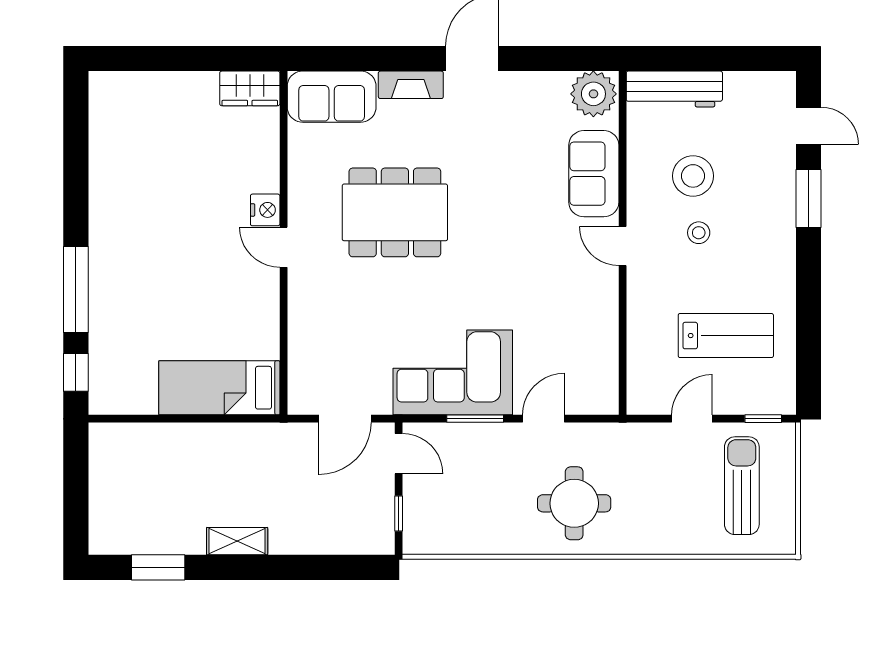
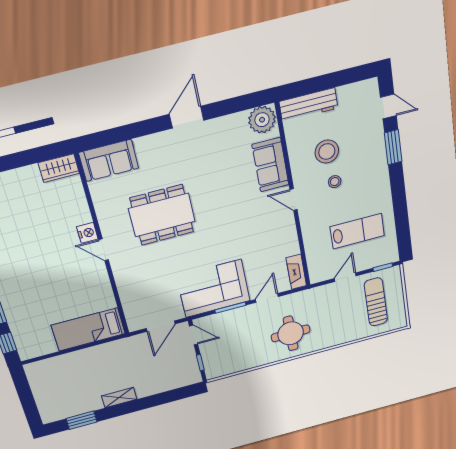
fireplace: (411, 85) -> (296, 272), moved, turned 90

